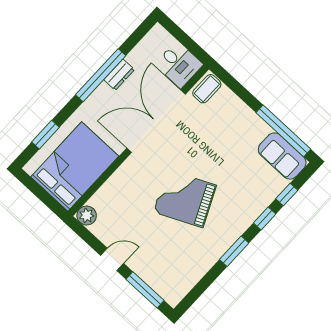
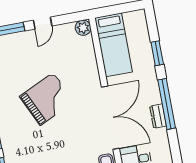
window: (45, 135) -> (157, 53), moved
bed: (75, 166) -> (114, 45), width x0.67

